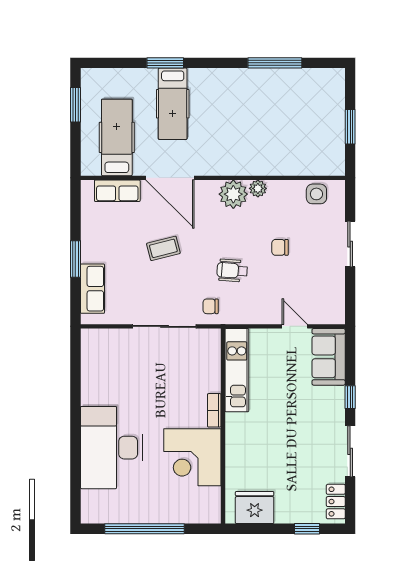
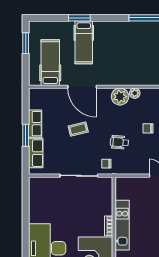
row of seats: (117, 191) -> (35, 124), moved, turned -90
kitchen unit: (237, 370) -> (122, 225), moved

